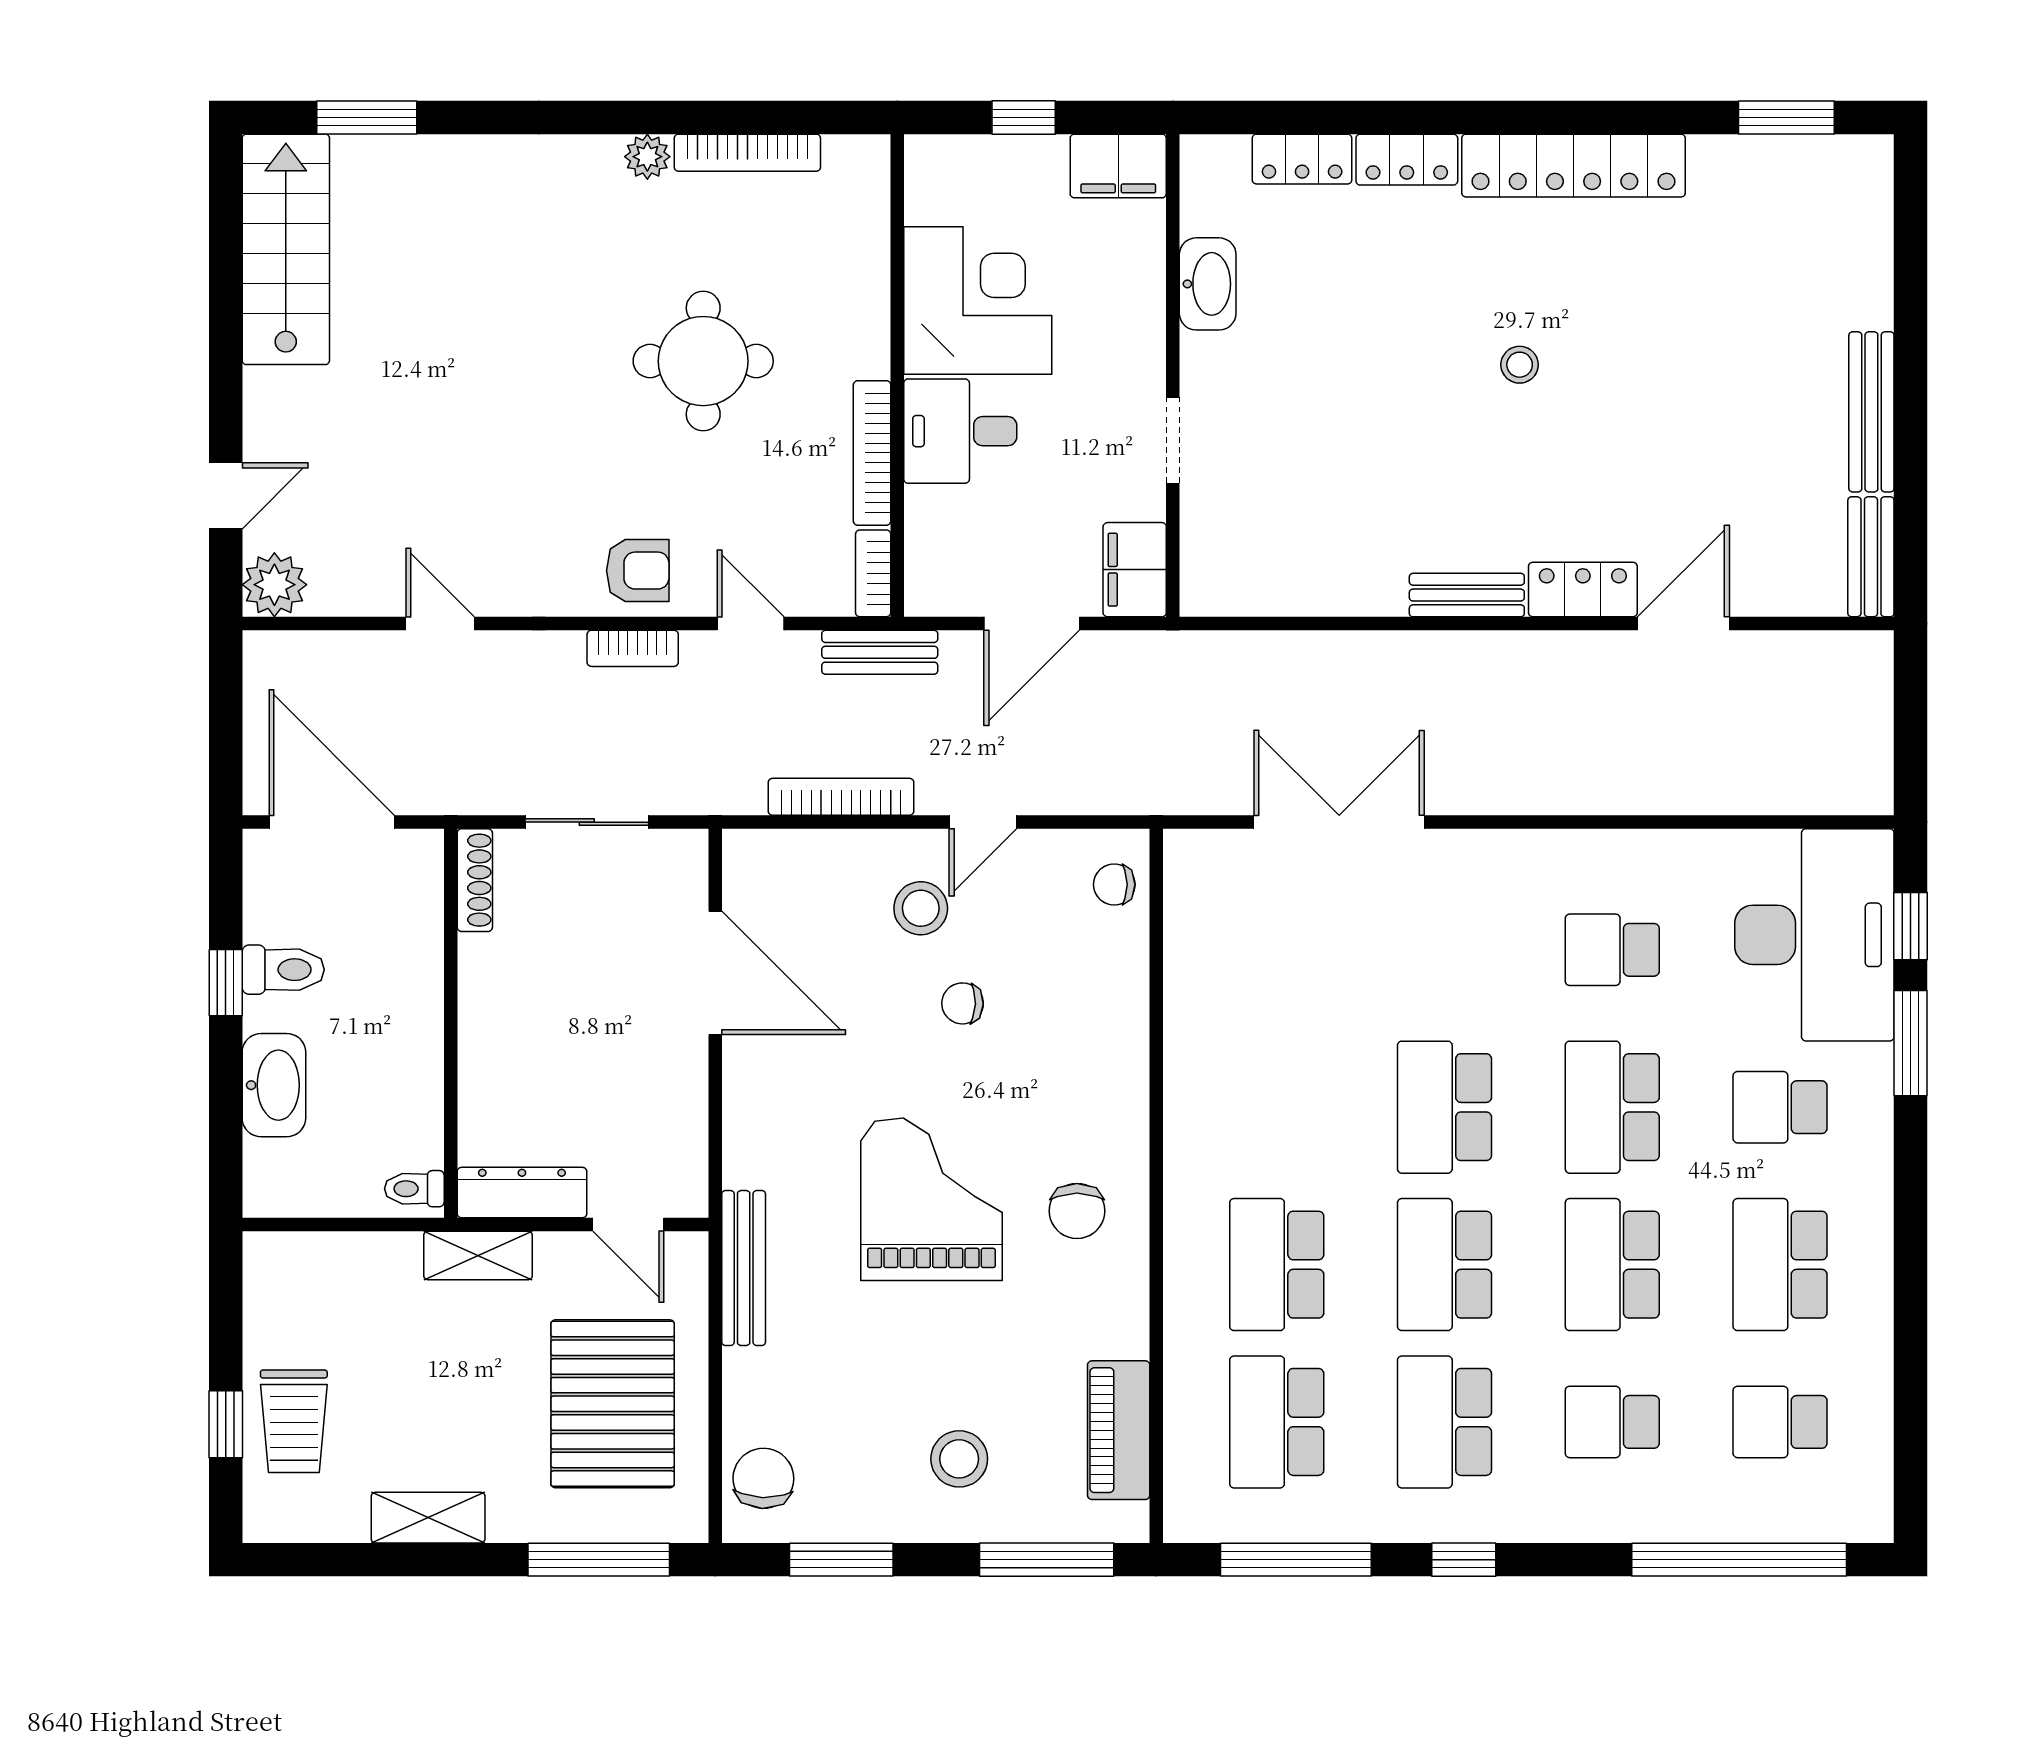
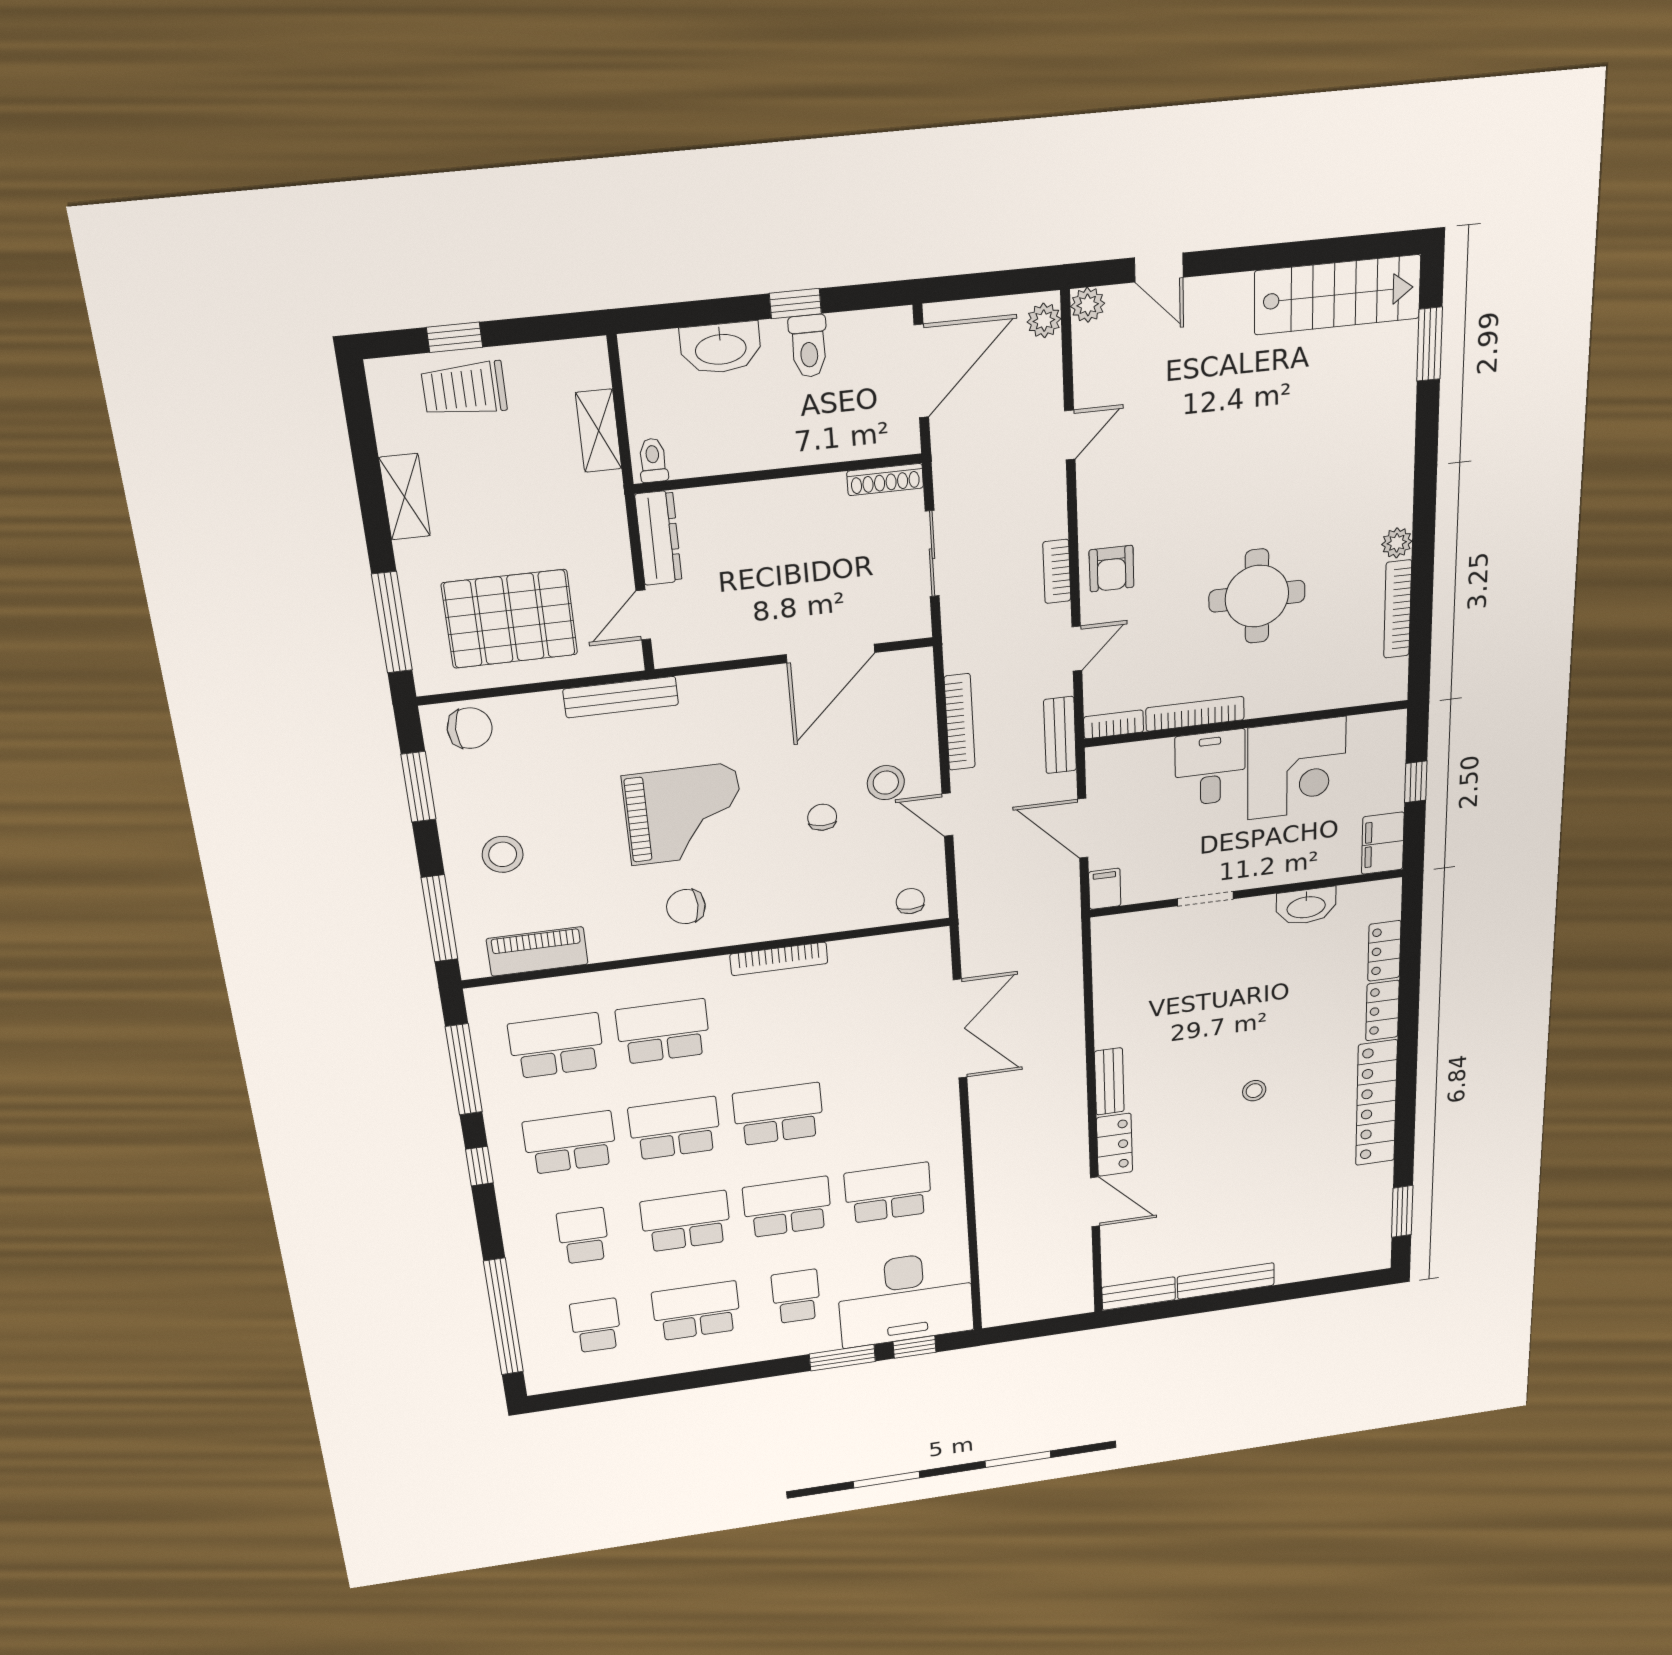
filing cabinet: (1135, 570) -> (1105, 889), width x0.50
plant: (274, 585) -> (1088, 305), width x0.73, depth x0.73
plant: (281, 653) -> (1044, 320), added
school desk: (1612, 950) -> (888, 1193), width x1.85
bookcase: (1181, 1084) -> (779, 959), added
shelving: (478, 1255) -> (599, 431), moved

